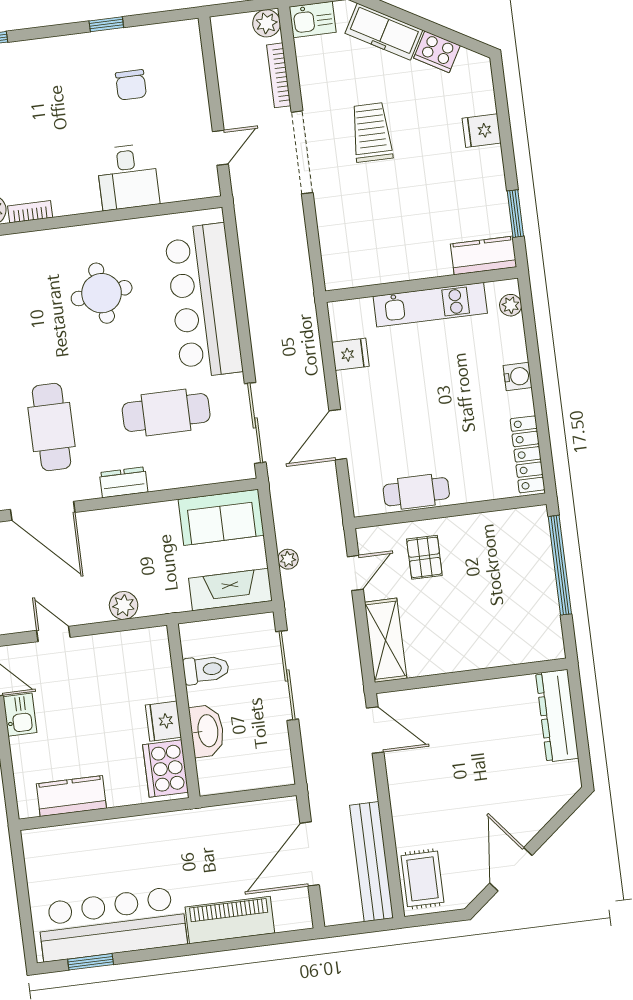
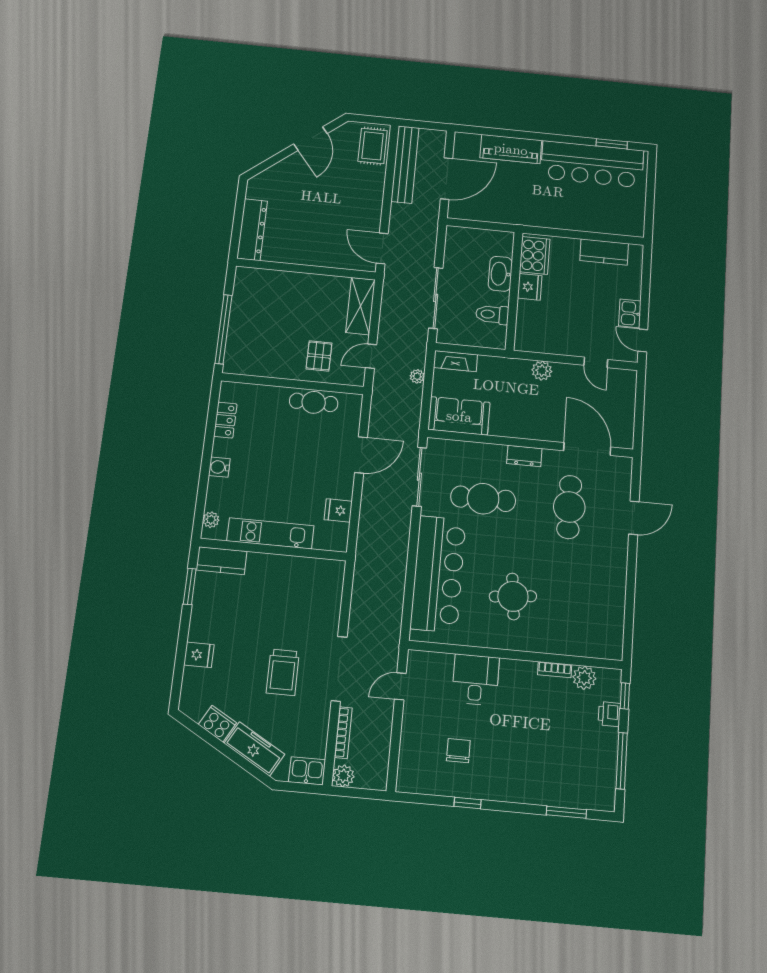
locker: (527, 454) -> (225, 420), width x0.66
fireplace: (230, 590) -> (455, 361), width x0.73, depth x0.76

